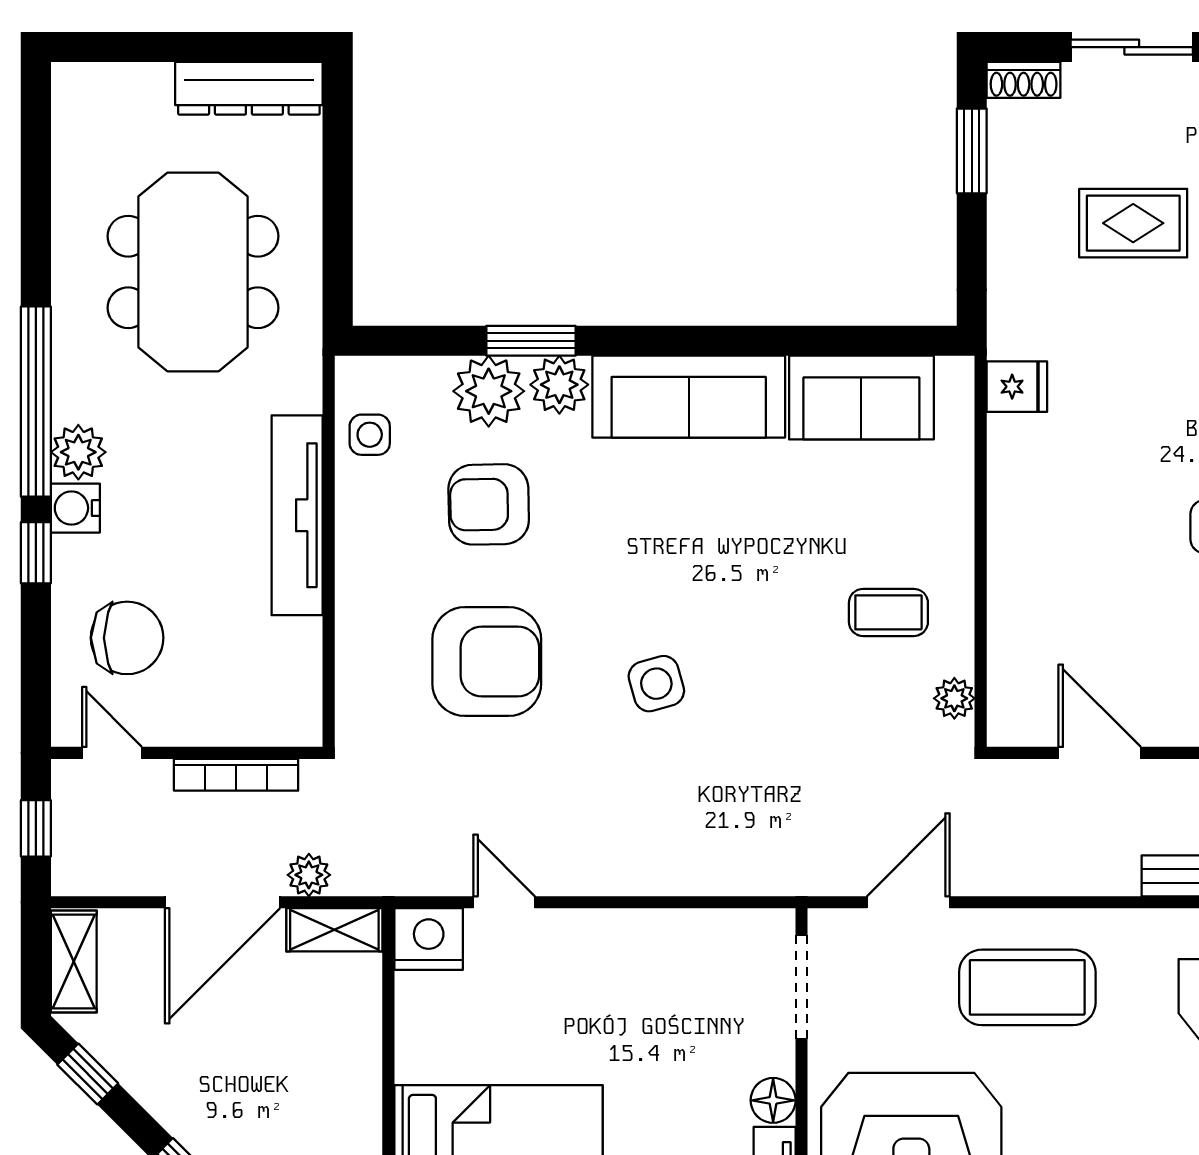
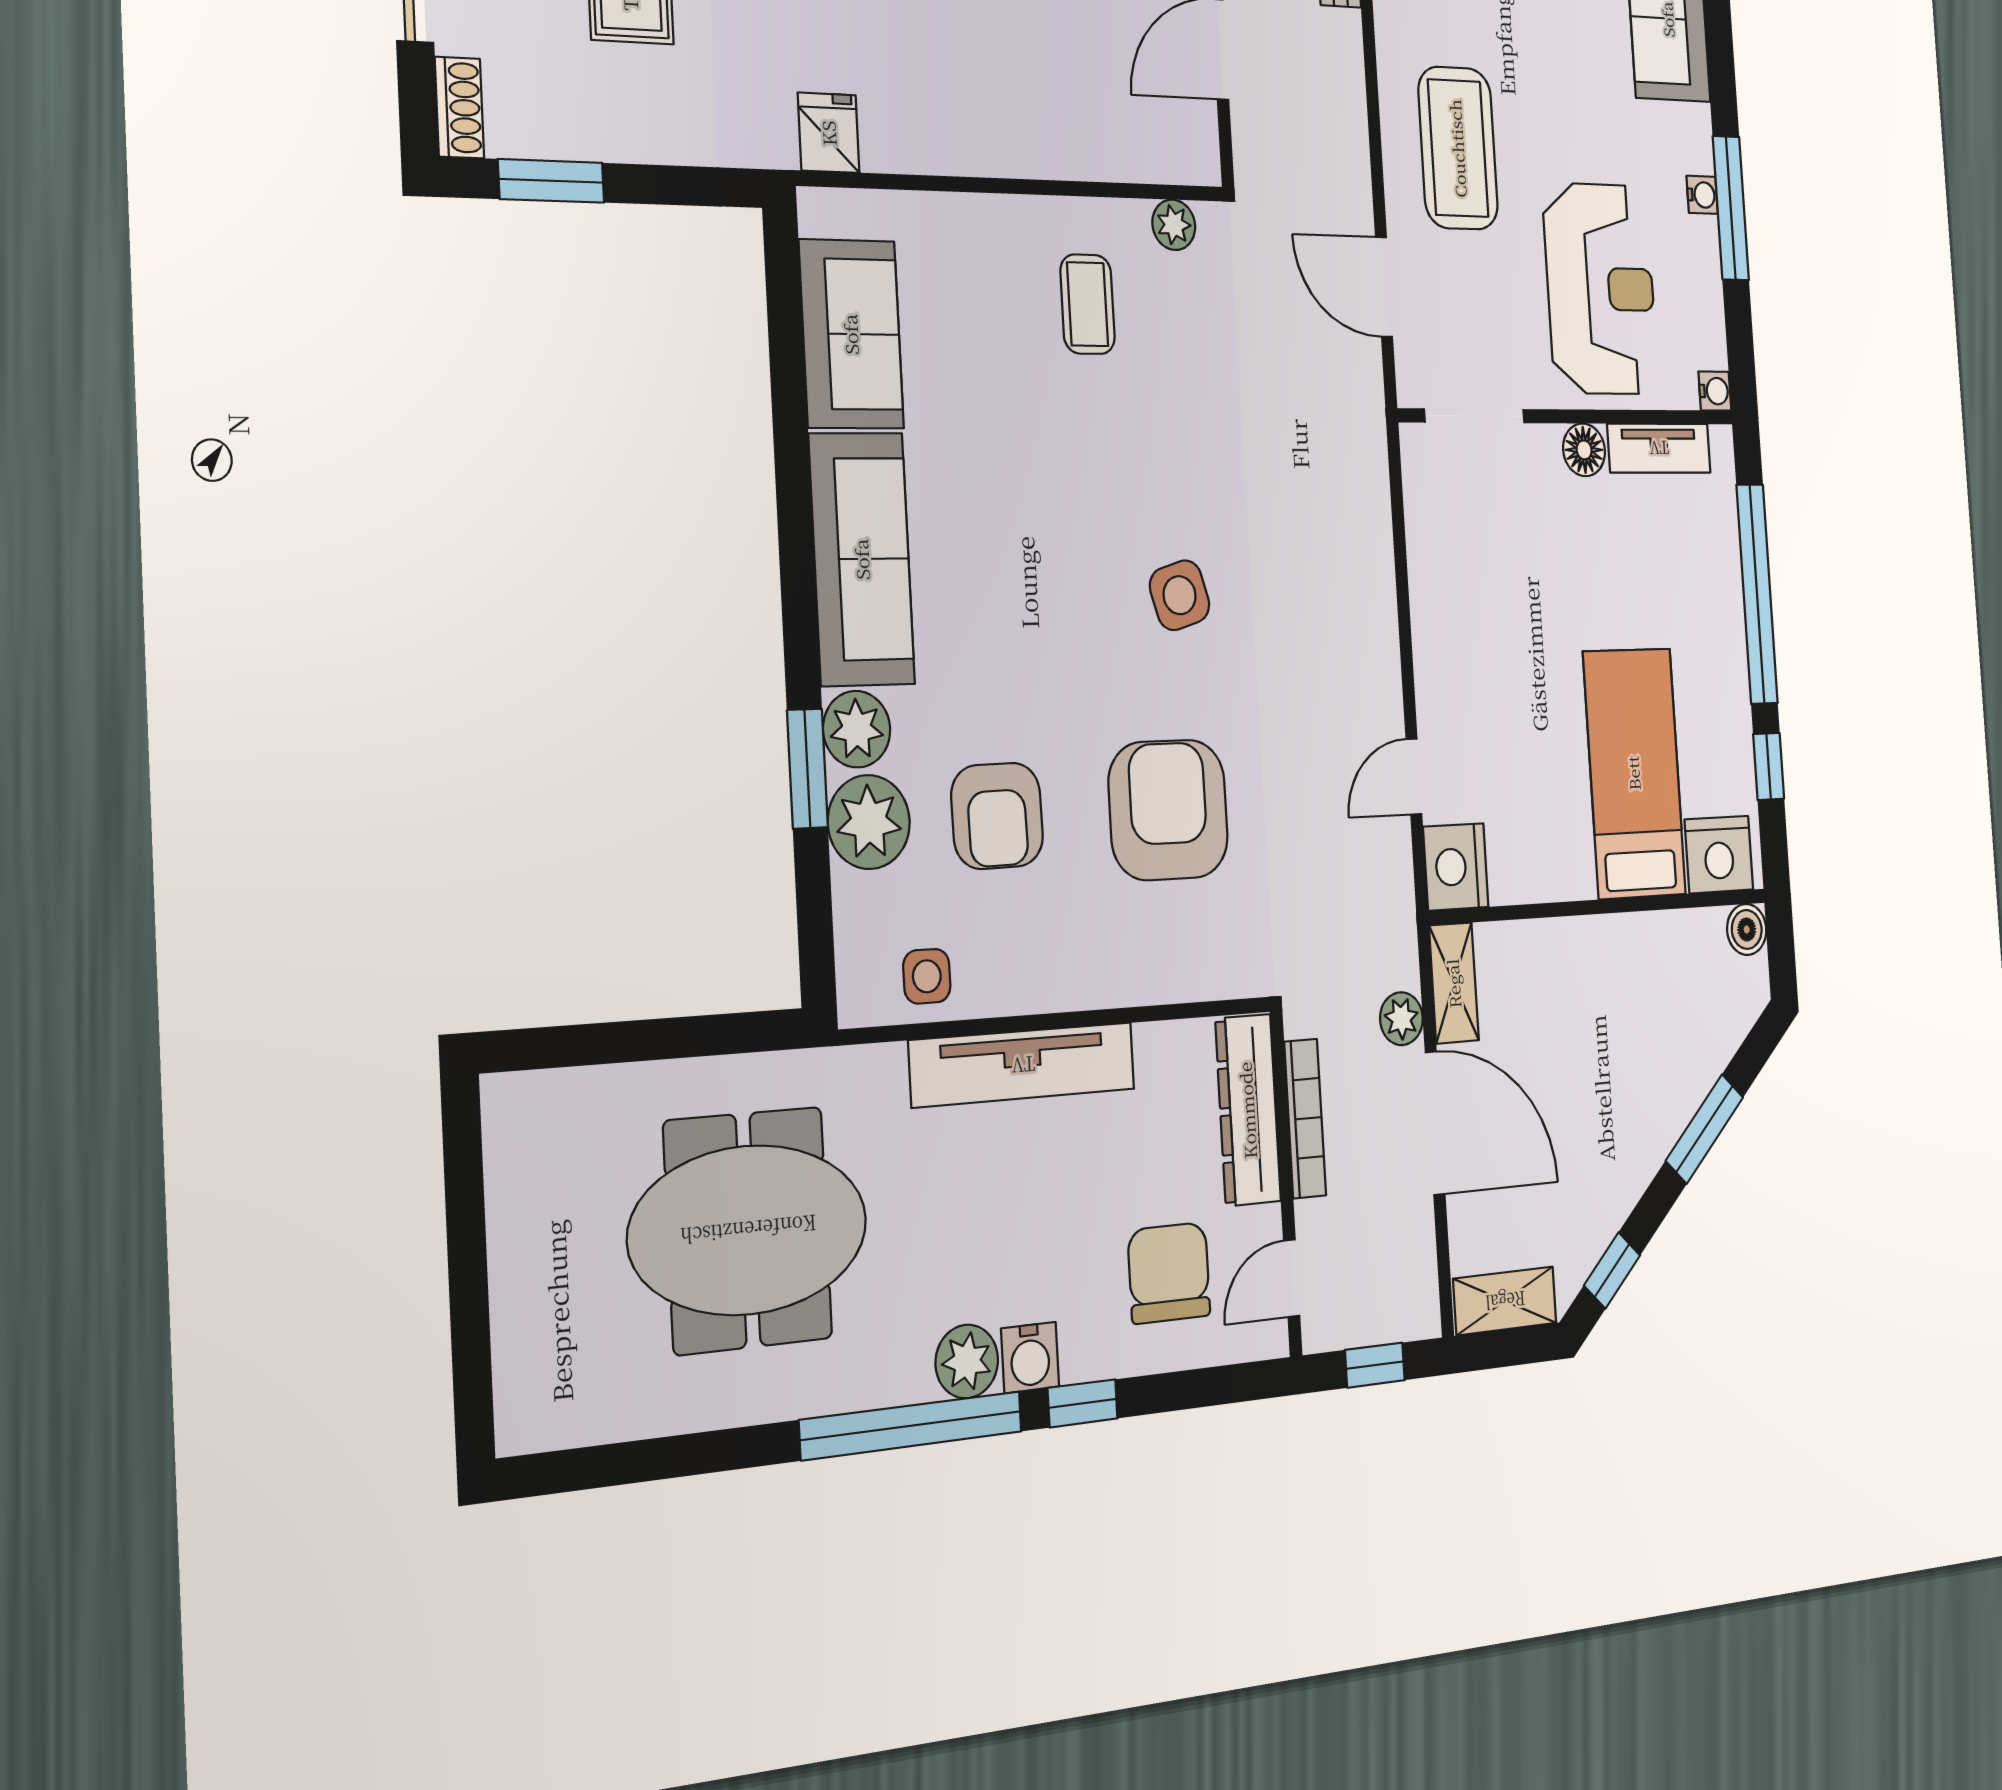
dresser: (249, 88) -> (1248, 1110), moved, turned 180

